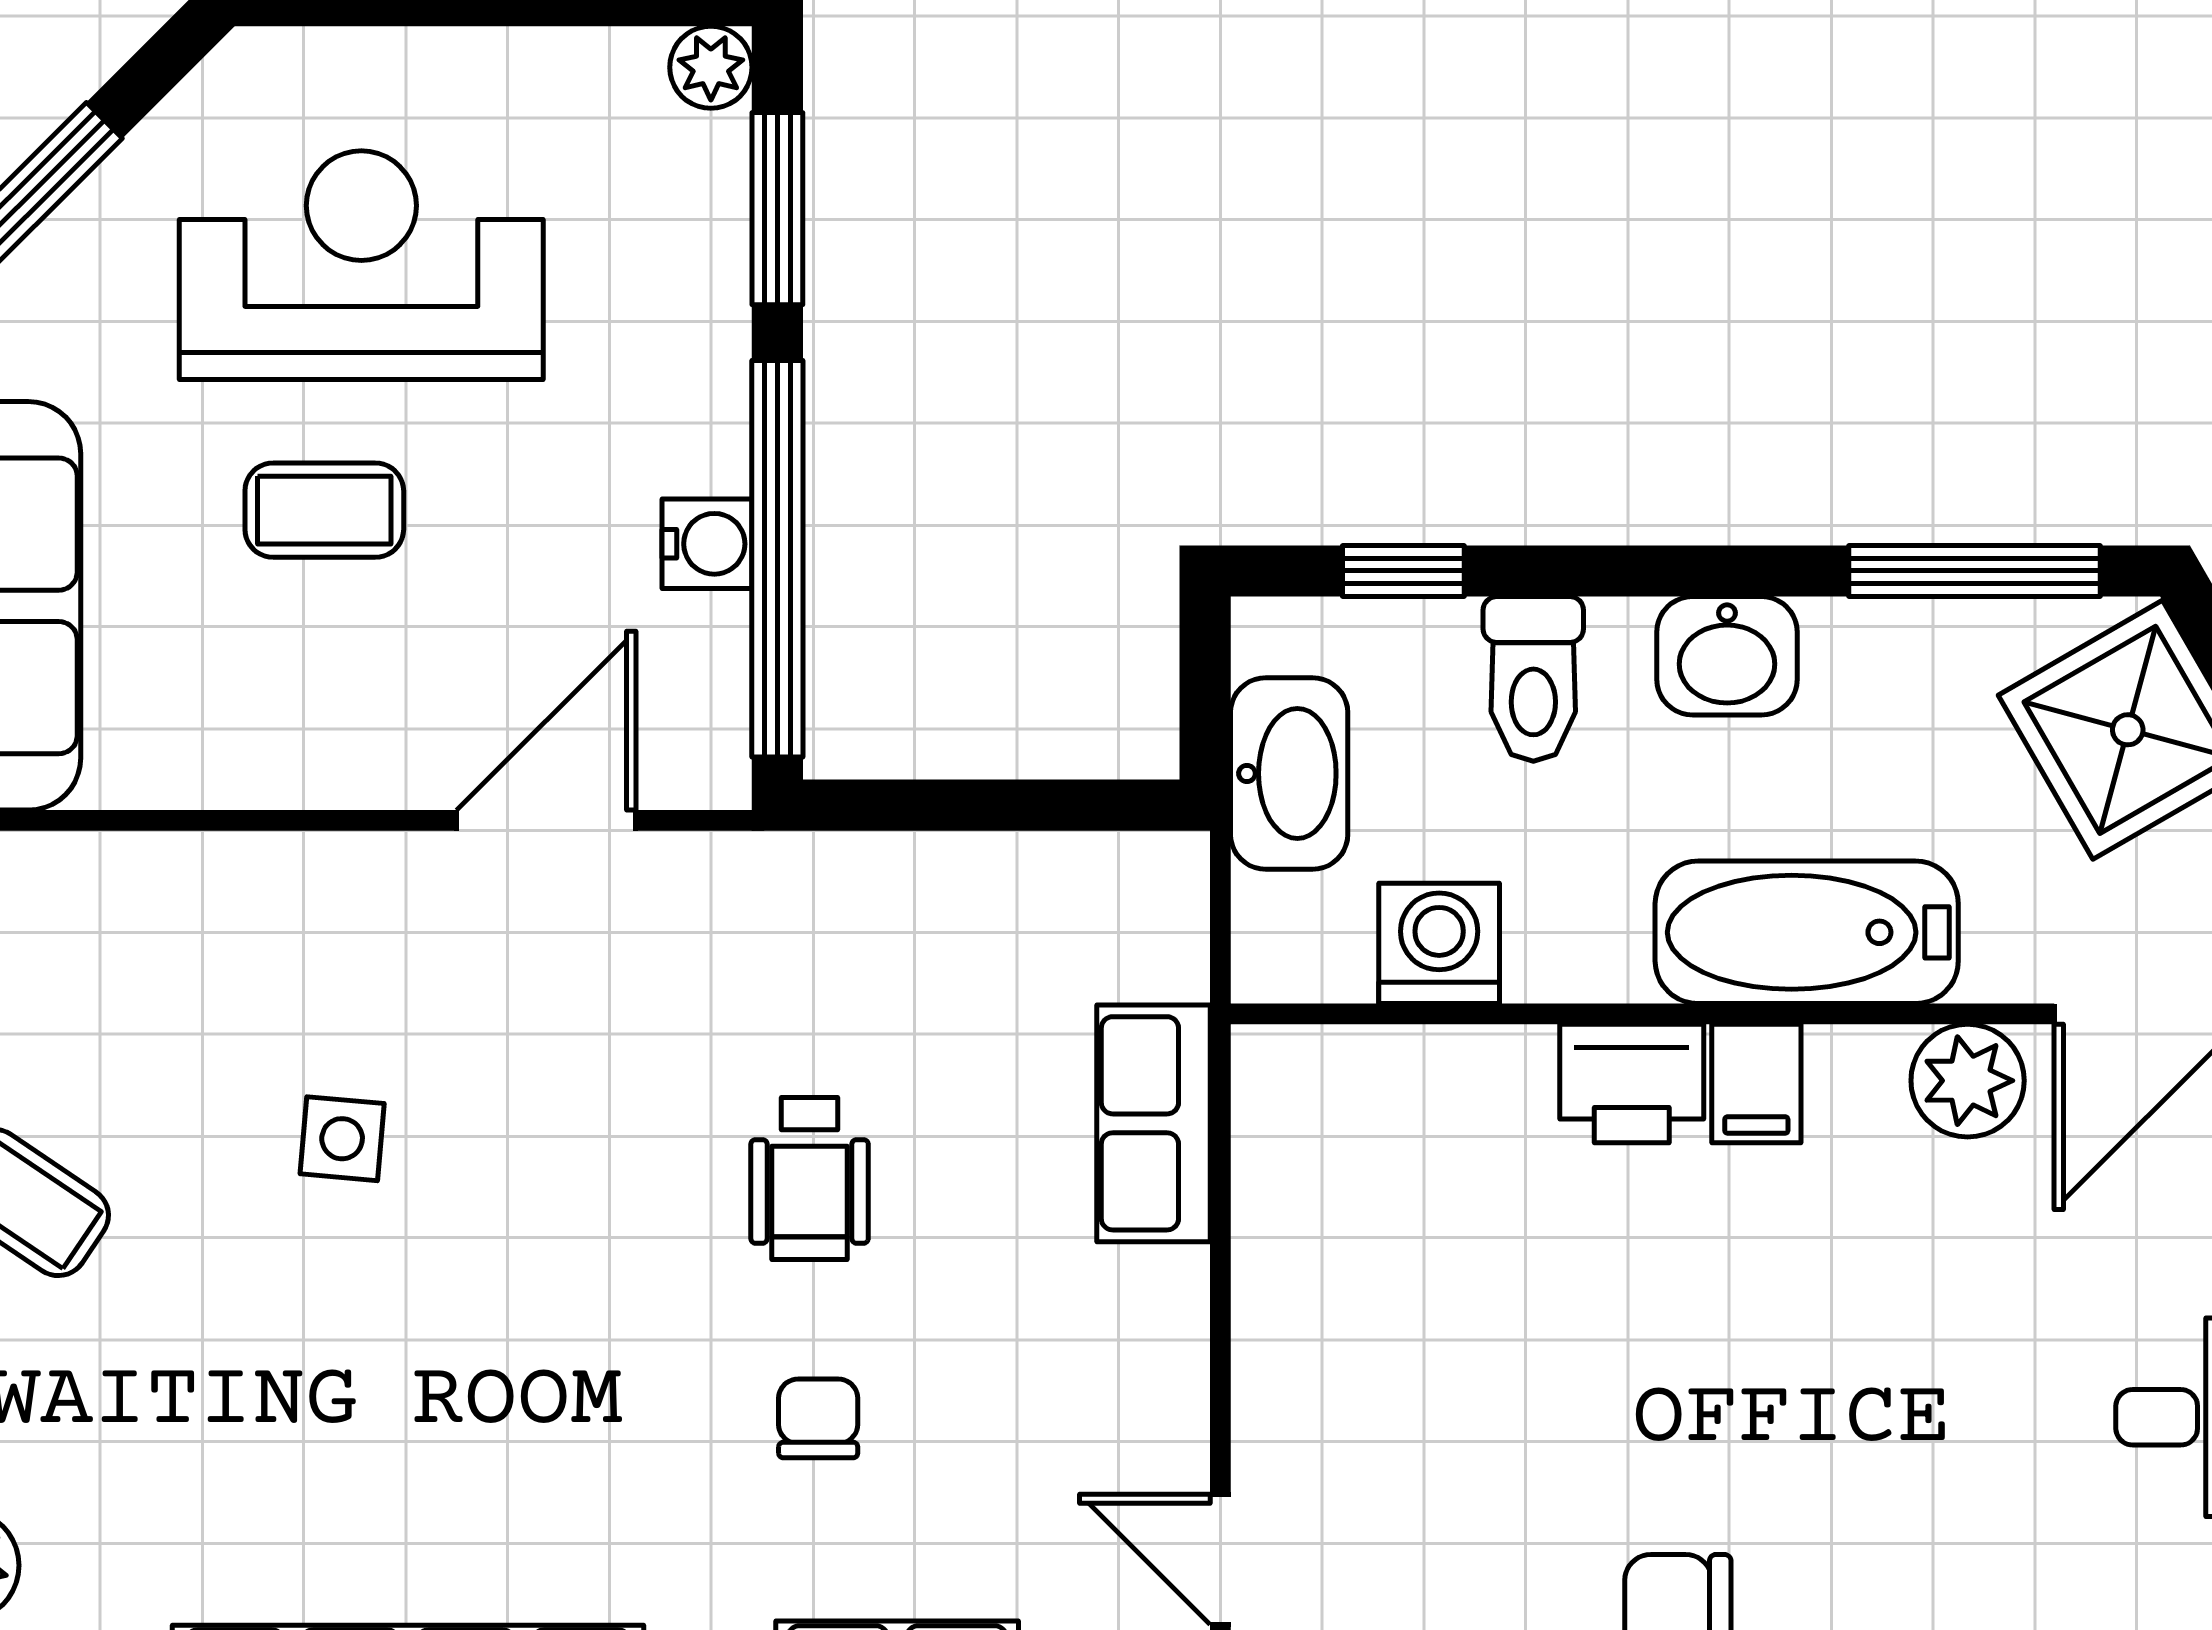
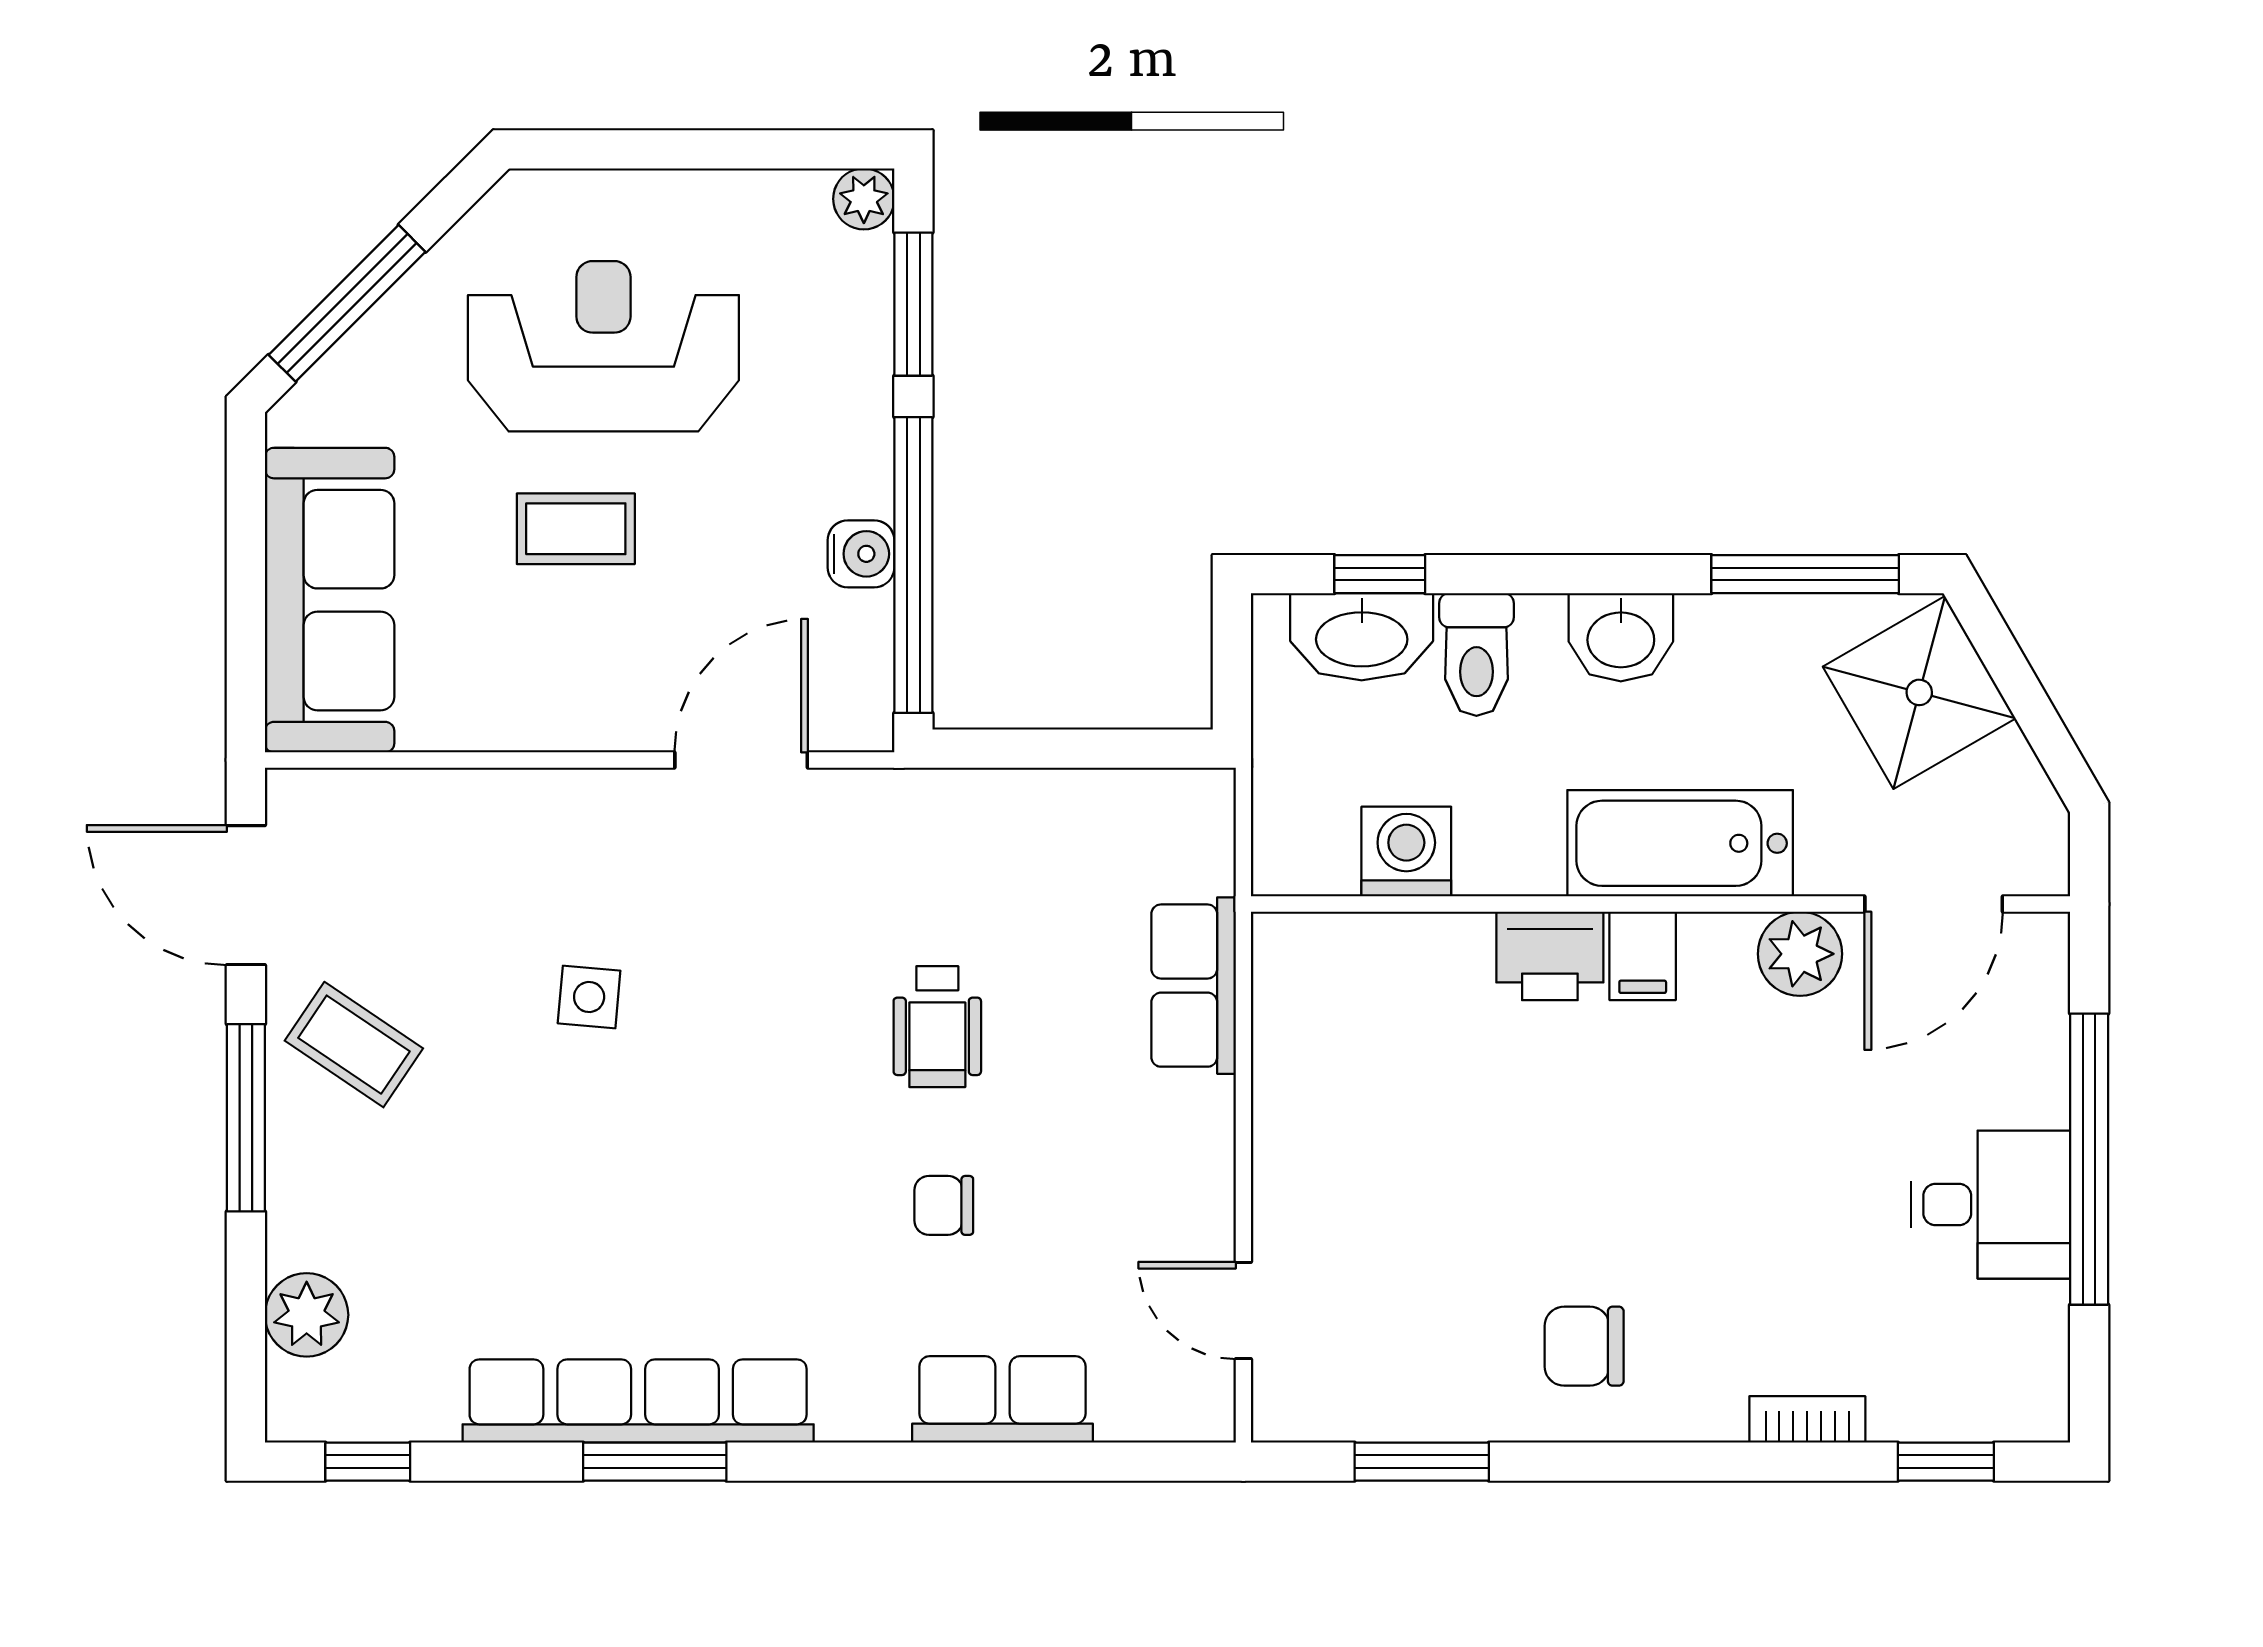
washbasin: (1289, 773) -> (1362, 637), moved, turned 90
chair: (818, 1418) -> (944, 1205), turned -90

